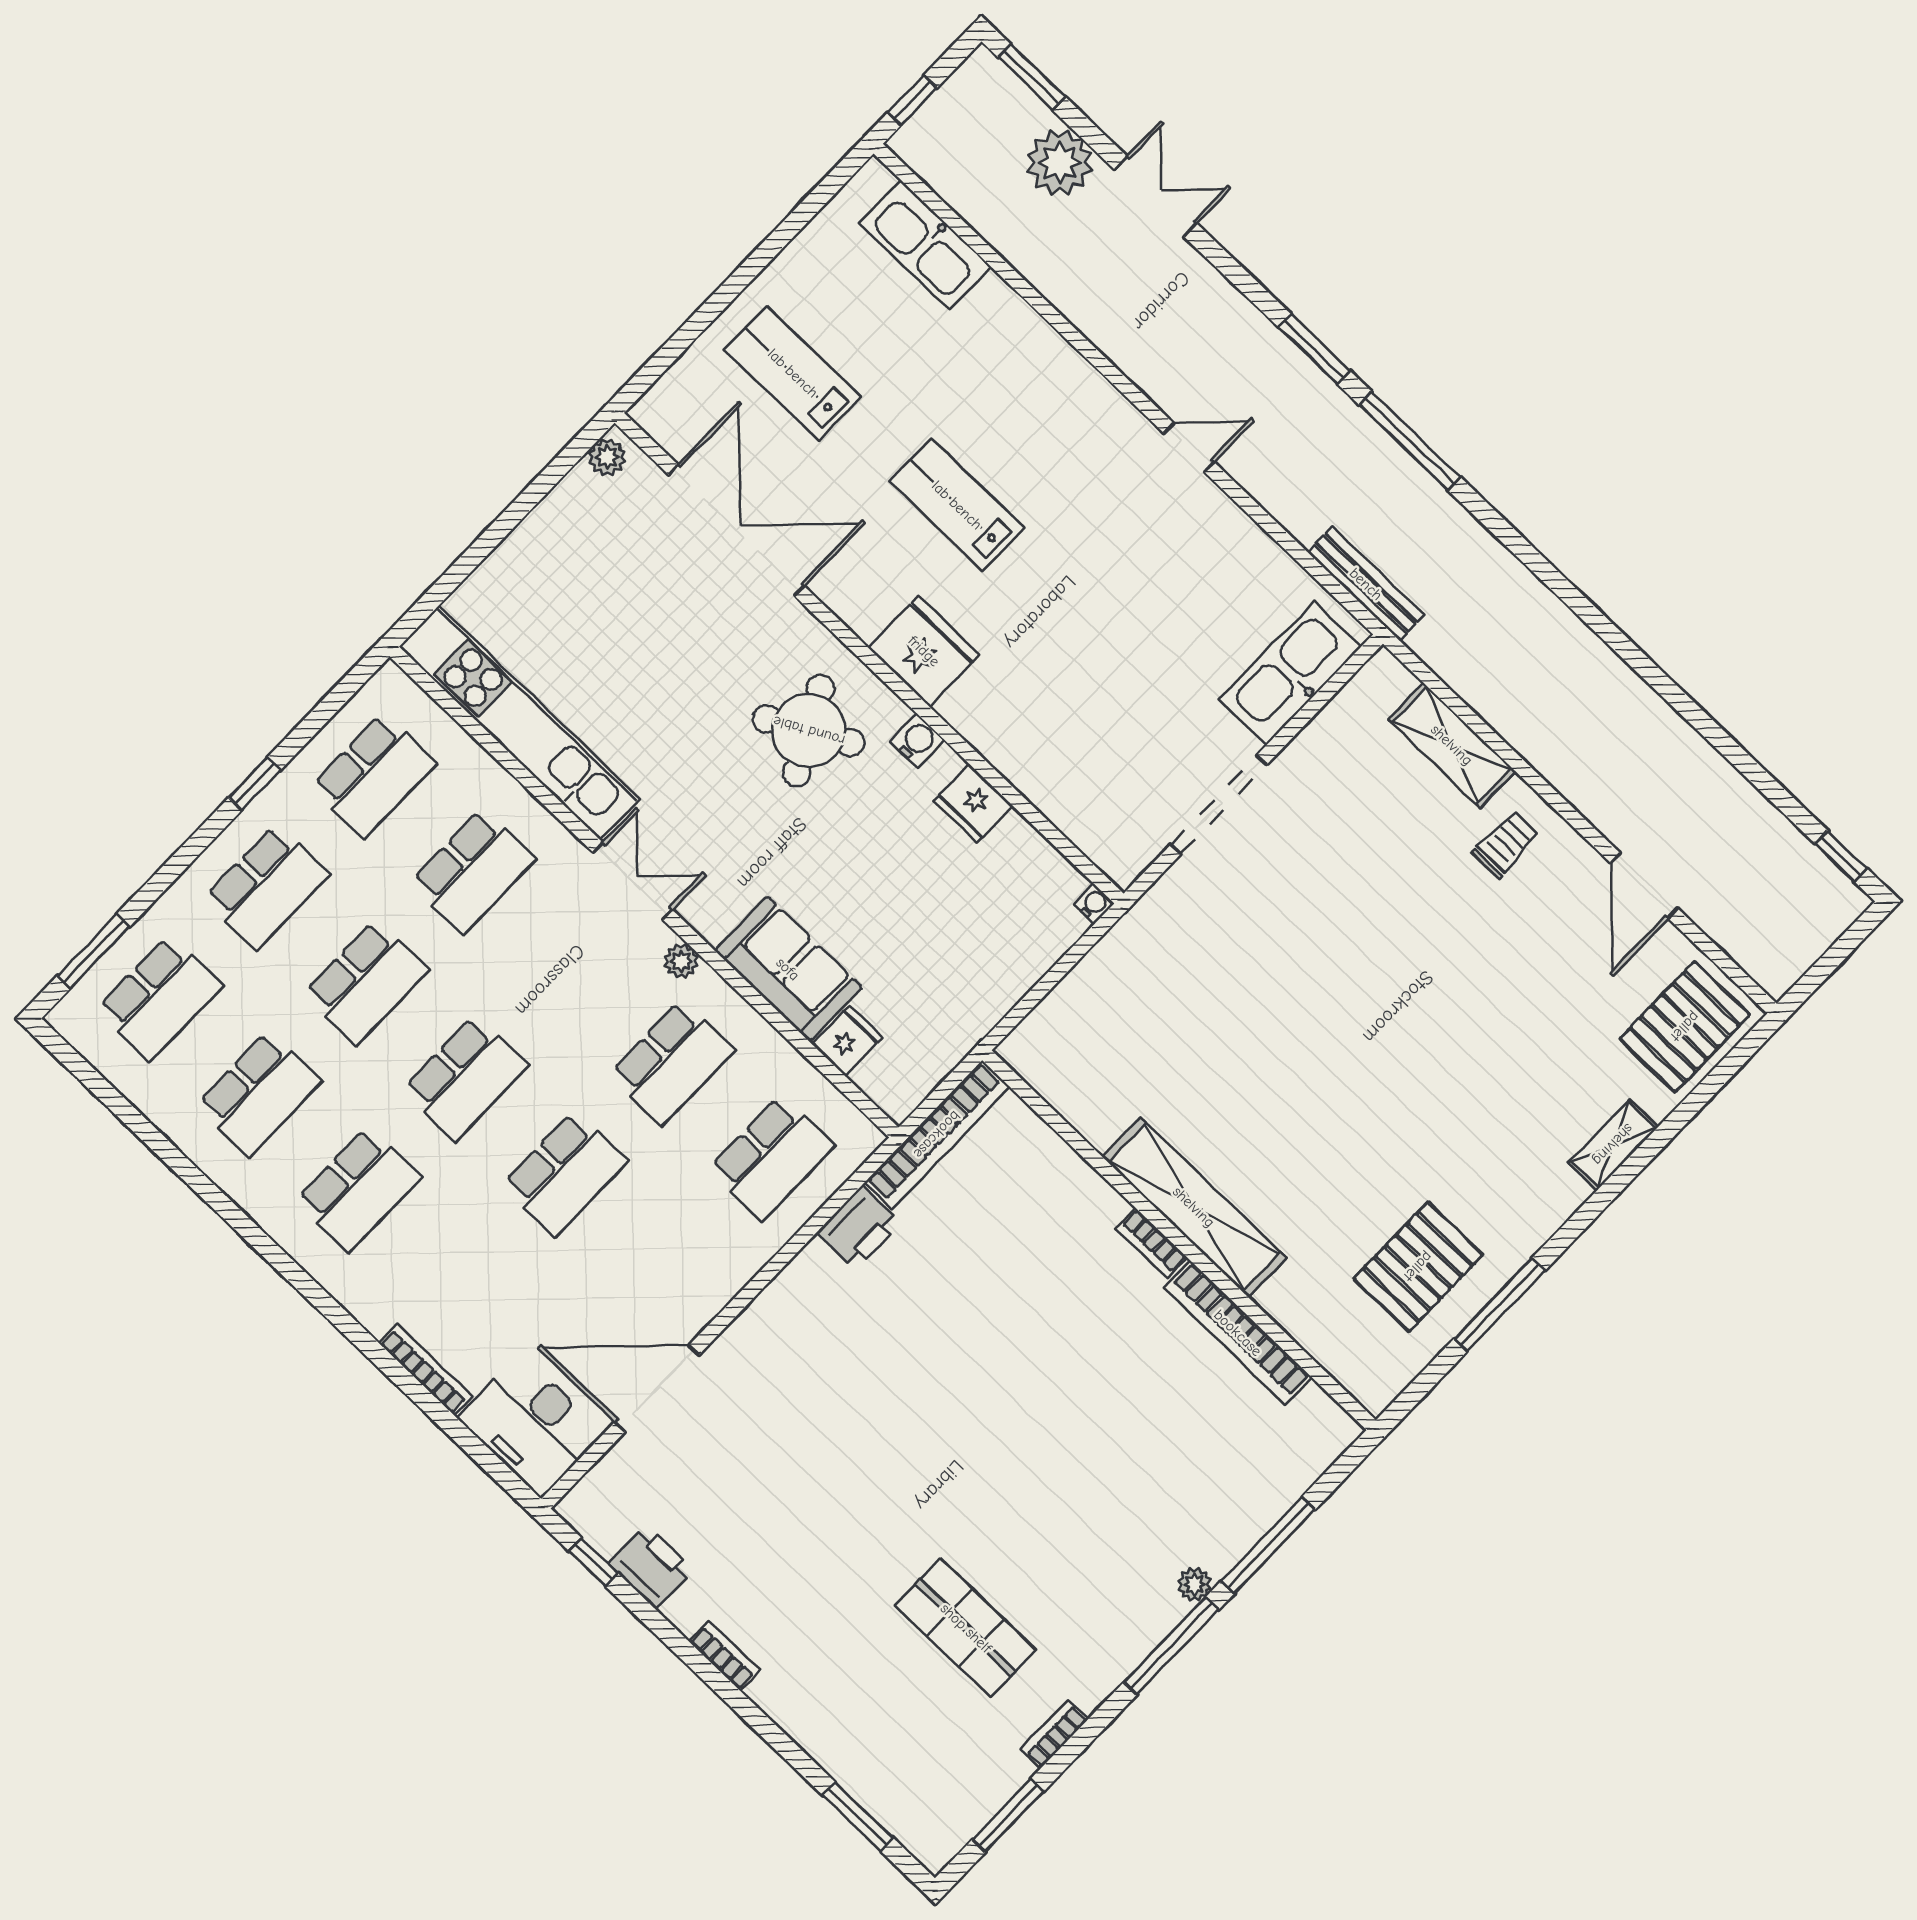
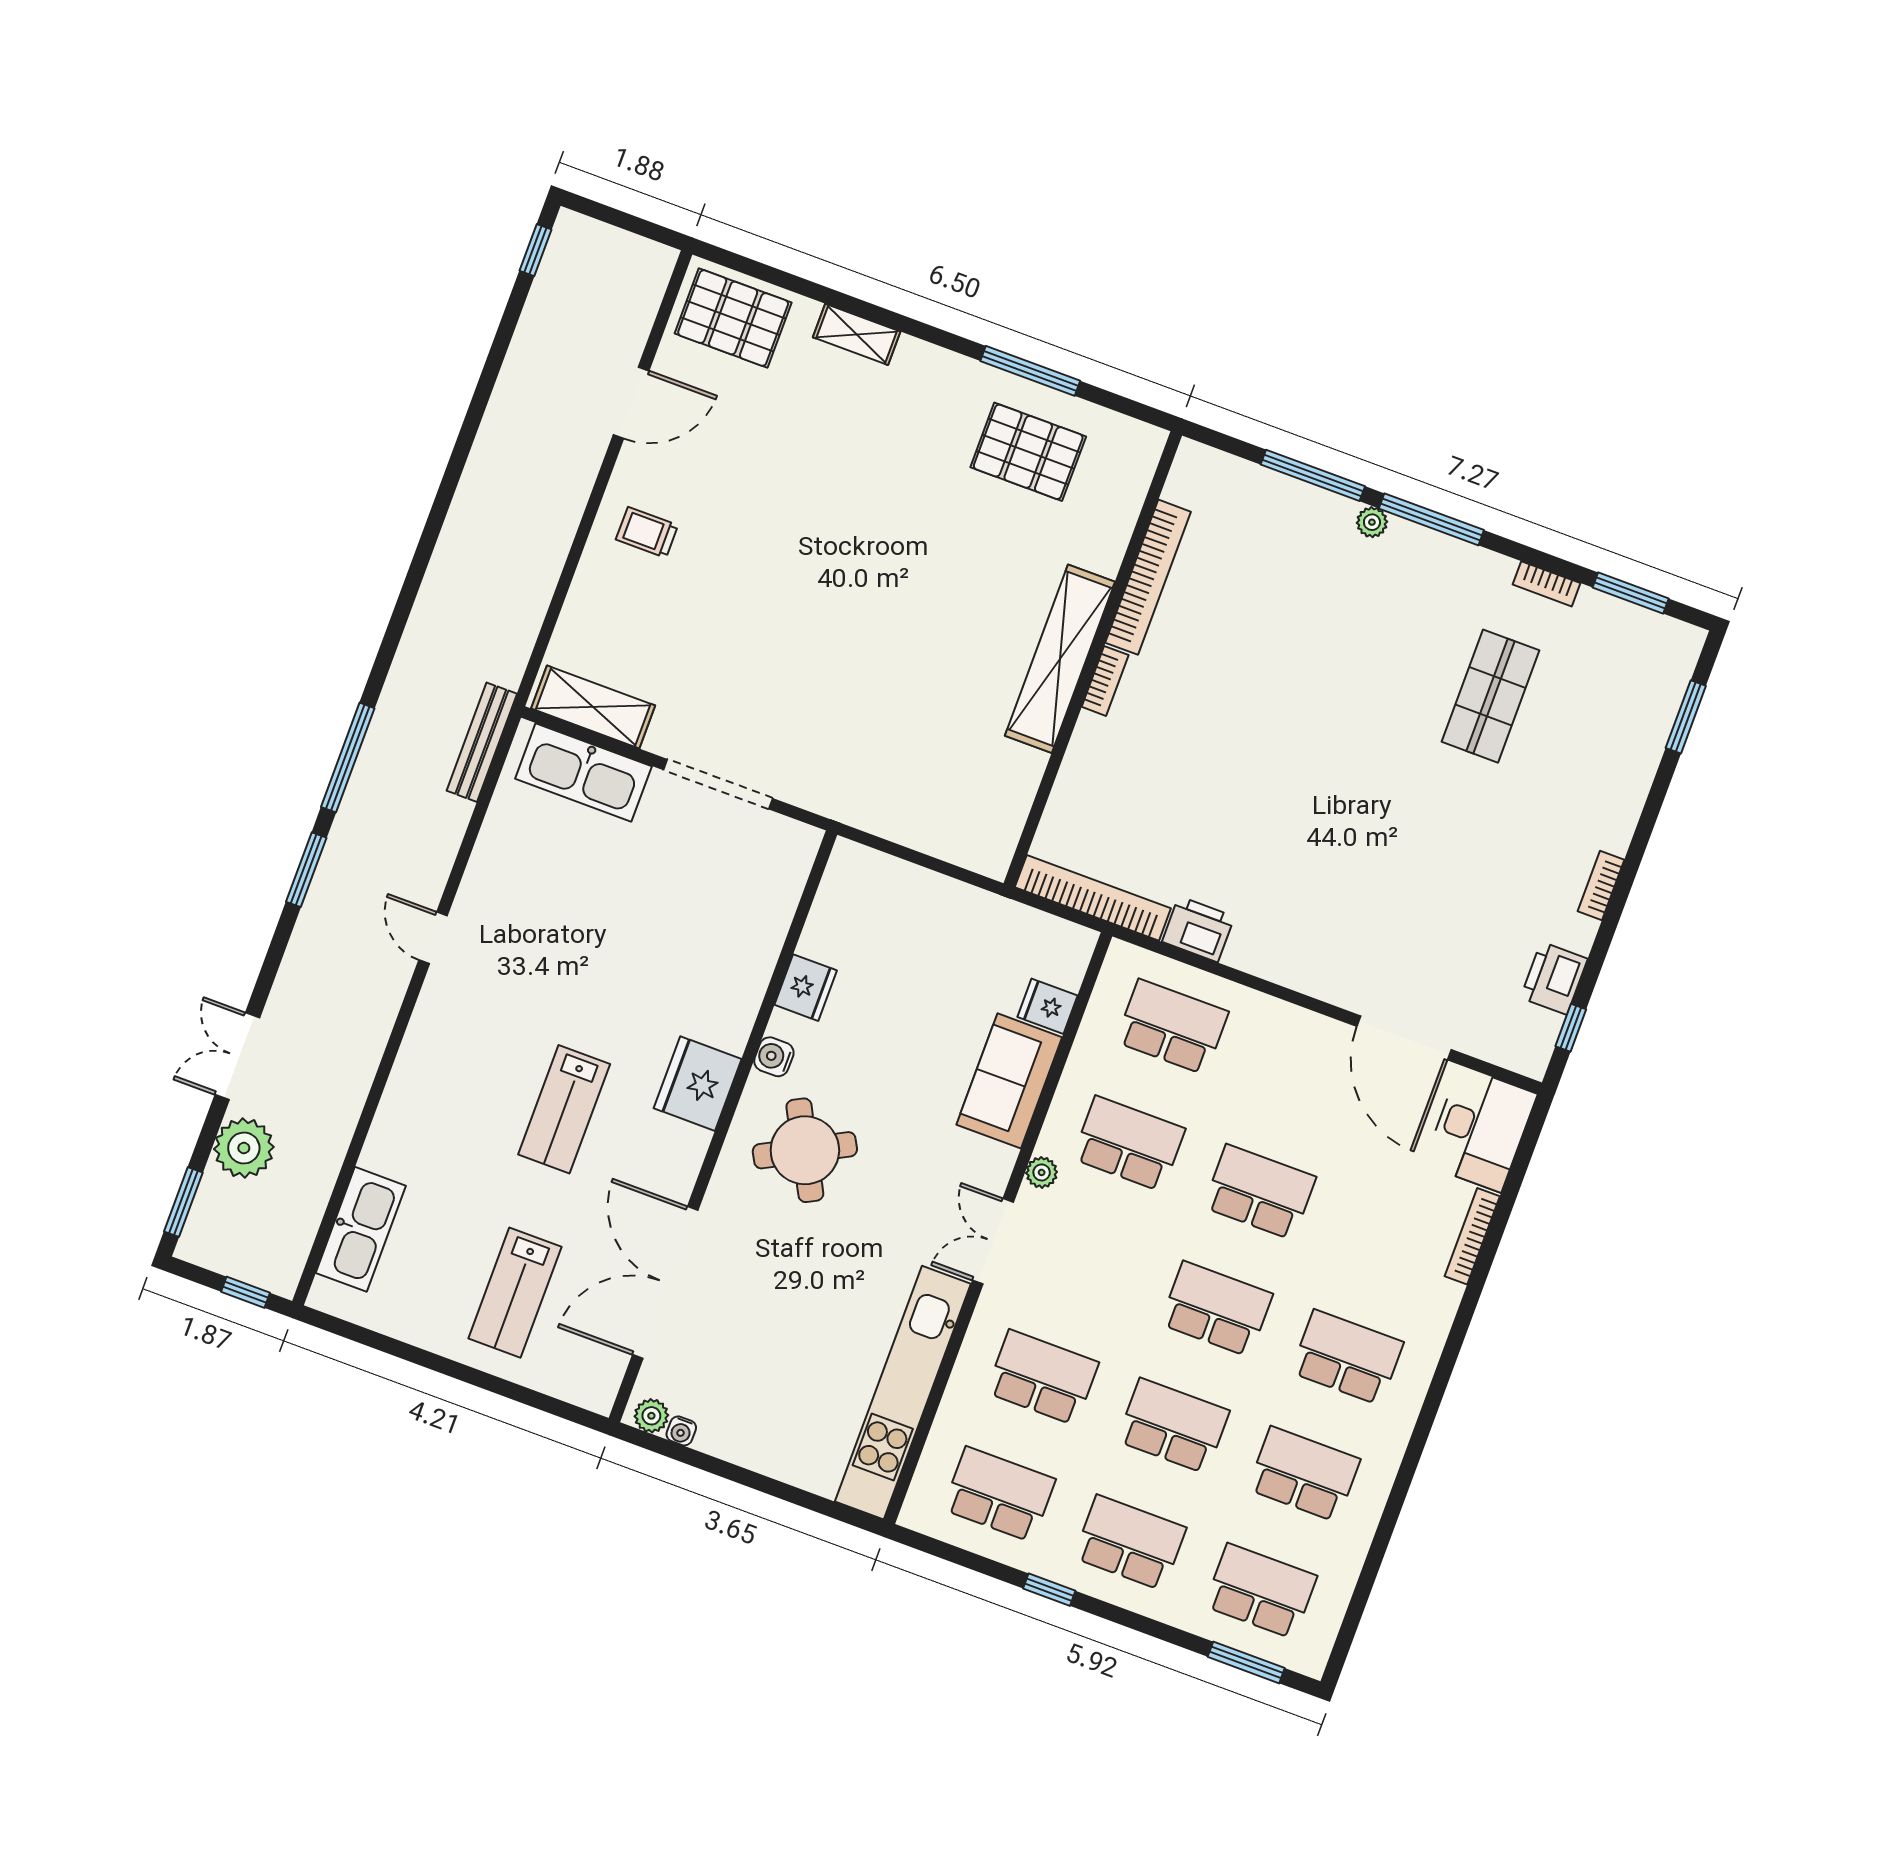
shelving: (1452, 745) -> (593, 707), moved, turned 90
water cooler: (1094, 904) -> (681, 1431), moved, turned -90

